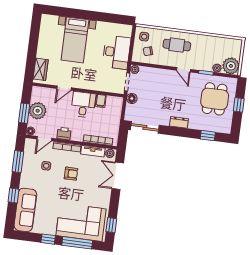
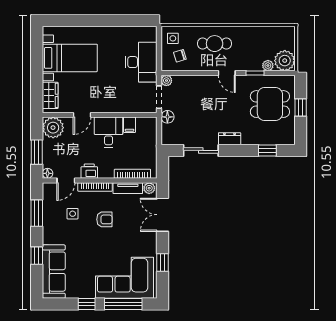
bed with nightstands: (75, 40) -> (70, 58), moved, turned -90
dining table: (215, 99) -> (270, 104), turned 90
plant: (38, 111) -> (53, 128), moved
sliding door: (145, 127) -> (201, 150), moved
window: (111, 225) -> (162, 263), moved

